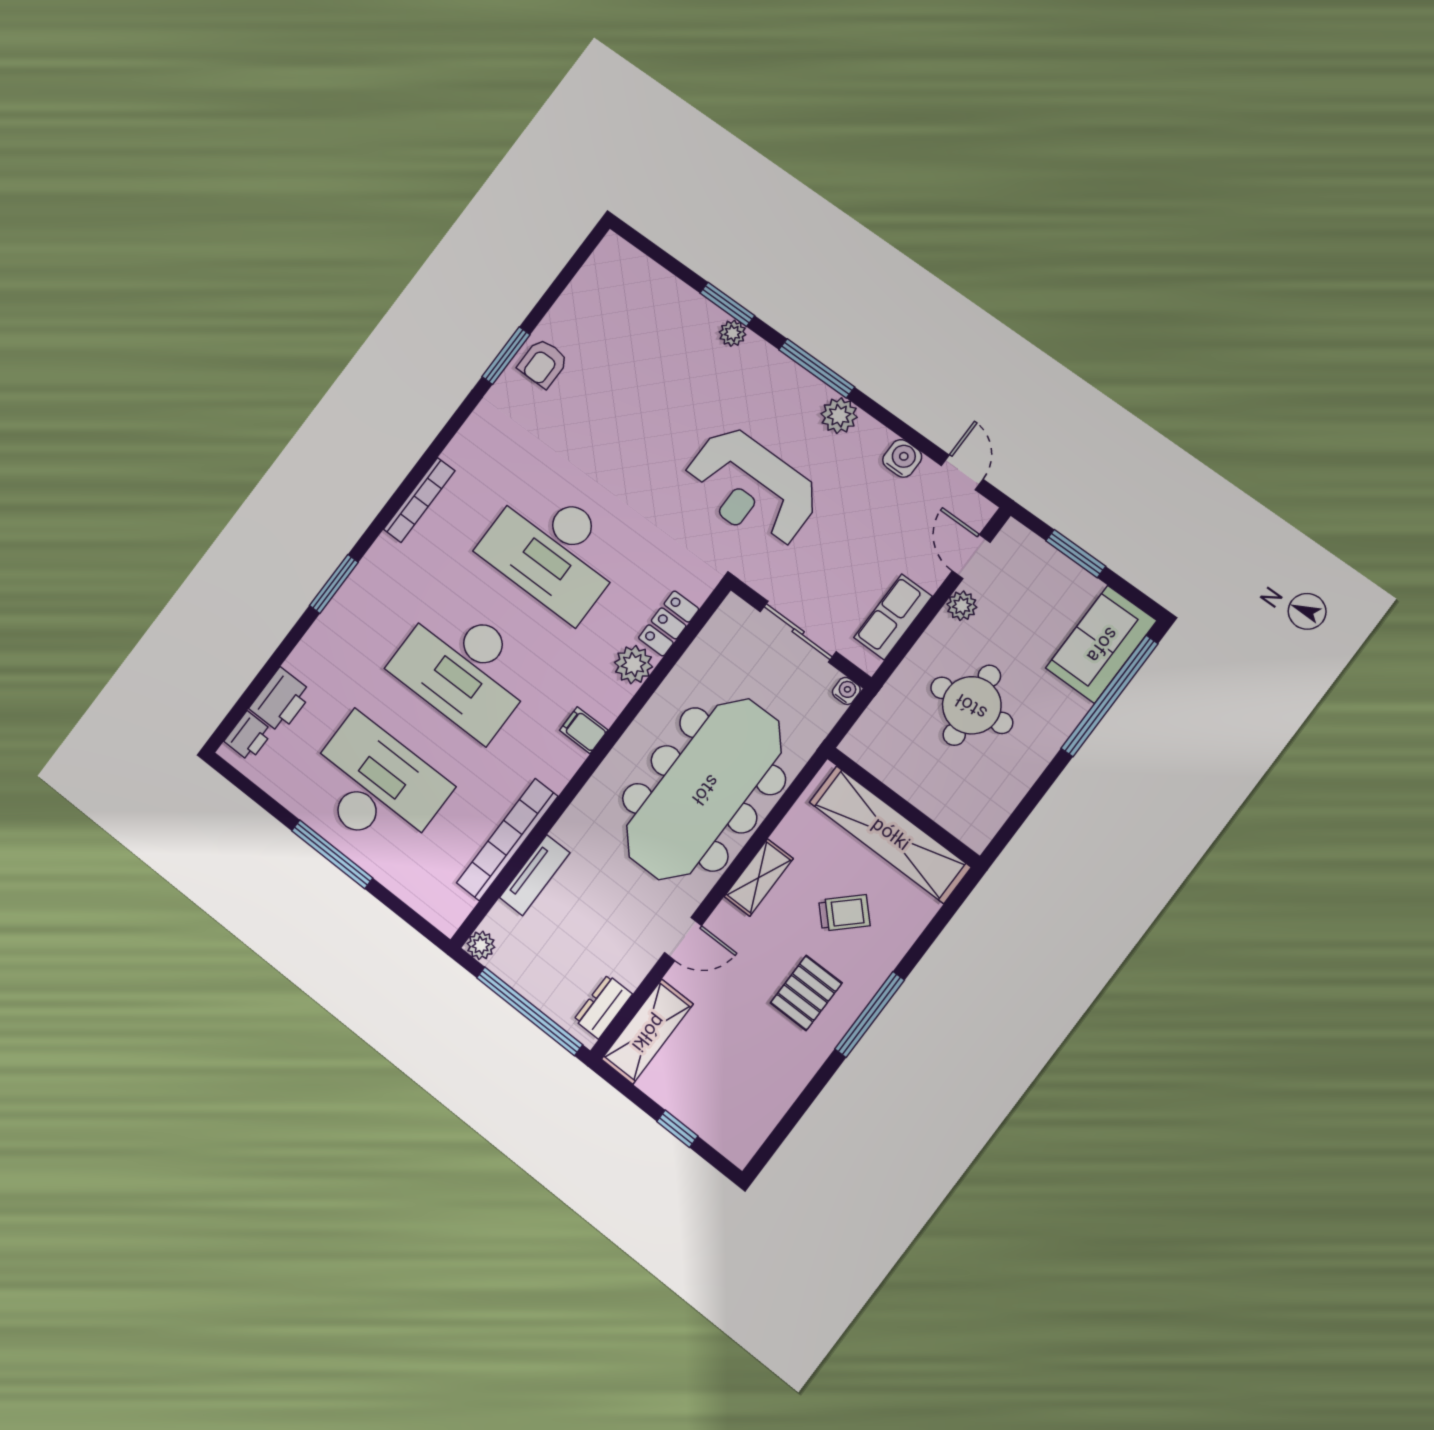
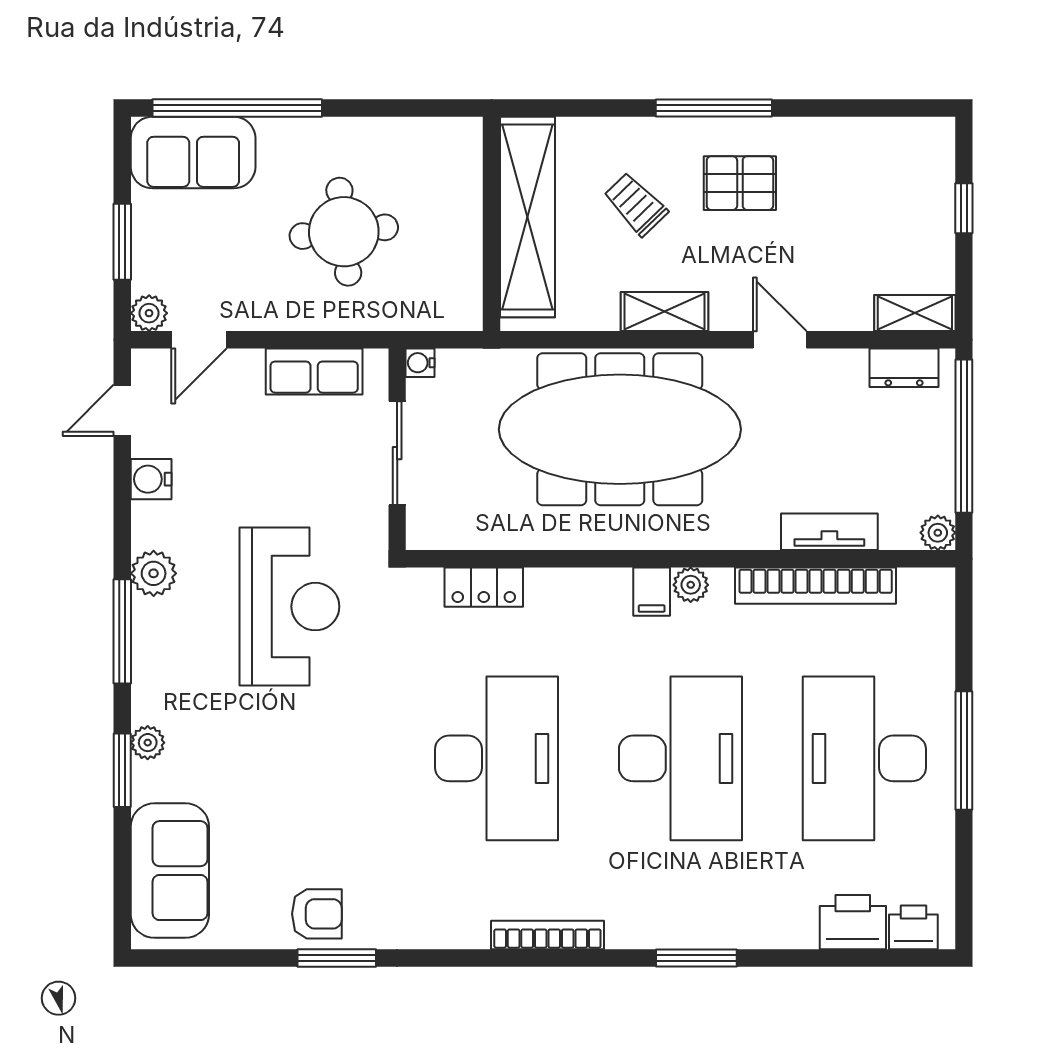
sofa: (641, 289) -> (170, 871), added
plant: (962, 606) -> (149, 313), moved
plant: (633, 665) -> (691, 585), moved, width x0.73, depth x0.73
shelving: (647, 1032) -> (915, 313), width x0.67, depth x0.75

